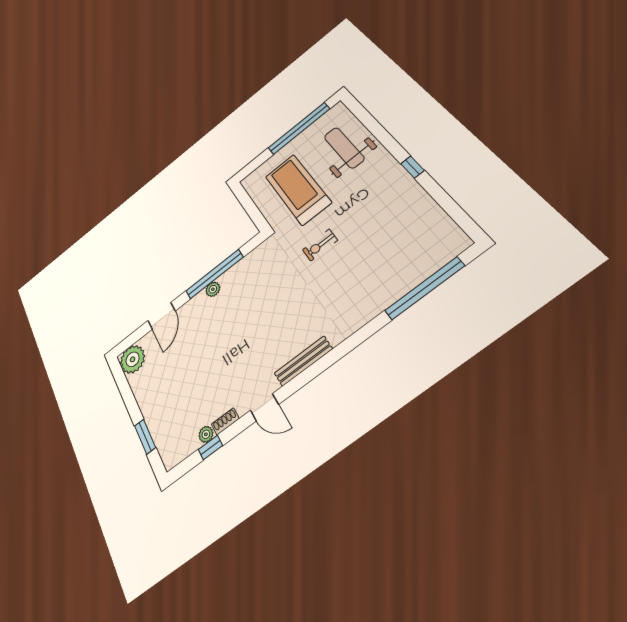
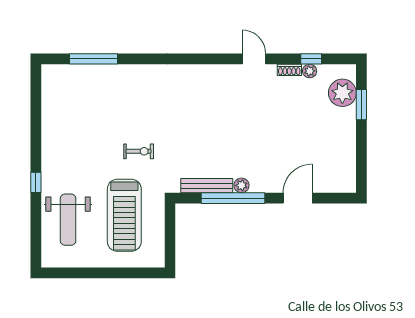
window: (299, 129) -> (88, 273), removed
window: (412, 167) -> (36, 182), moved
window: (424, 288) -> (93, 59), width x0.68
plant: (133, 359) -> (342, 93), moved
bench: (303, 361) -> (207, 186), moved

